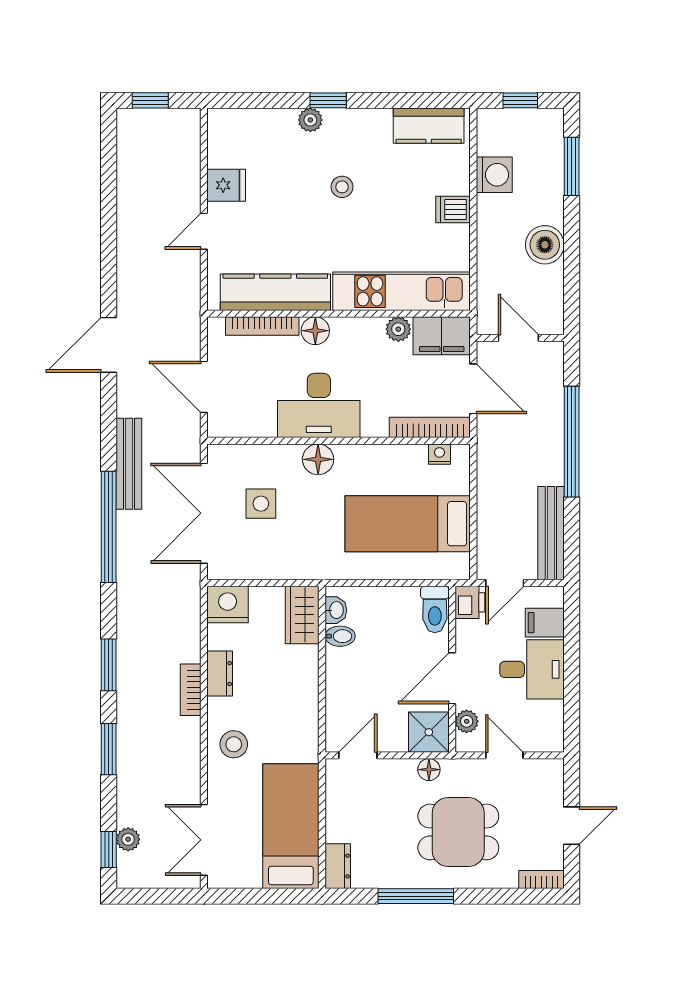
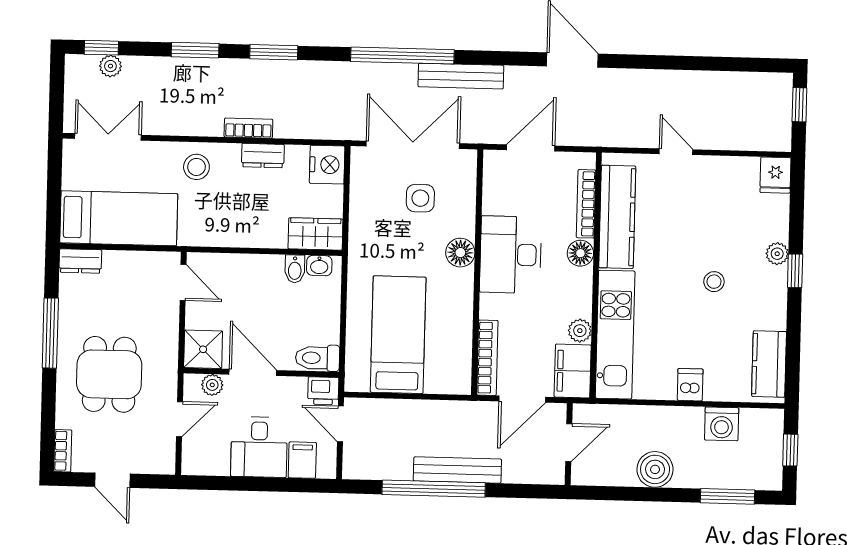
fridge: (226, 185) -> (775, 175), moved
window: (572, 442) -> (434, 489), moved
nightstand: (439, 454) -> (462, 366), removed
bench: (551, 533) -> (457, 470), moved
floor lamp: (429, 770) -> (168, 348), removed

